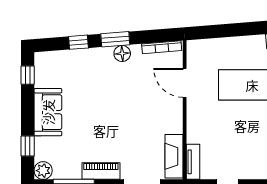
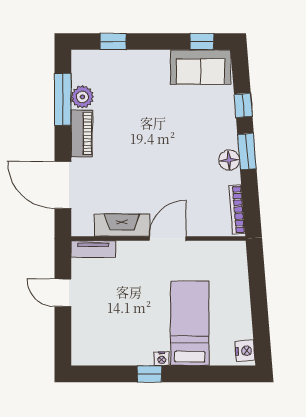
door: (185, 83) -> (168, 238), moved
sofa: (48, 112) -> (201, 67), moved
fireplace: (174, 156) -> (122, 225), moved
plant: (43, 171) -> (82, 97), moved

